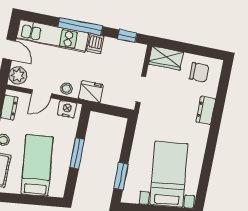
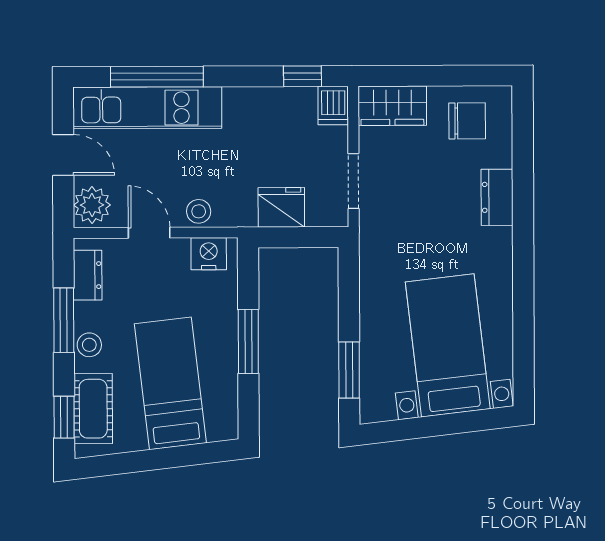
window: (80, 26) -> (157, 77), moved
dishwasher: (95, 44) -> (333, 105), moved
fridge: (91, 92) -> (281, 207), moved
door: (42, 94) -> (149, 233), swing flipped

